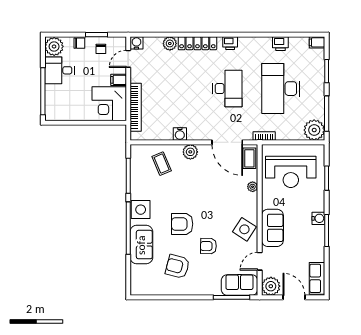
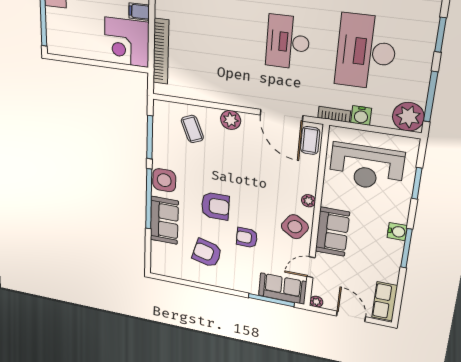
desk: (227, 89) -> (288, 42), turned 180
water cooler: (180, 134) -> (361, 115), moved
plant: (253, 187) -> (308, 201), moved
armchair: (182, 224) -> (215, 206), turned 180
plant: (271, 286) -> (316, 302), width x0.53, depth x0.53

